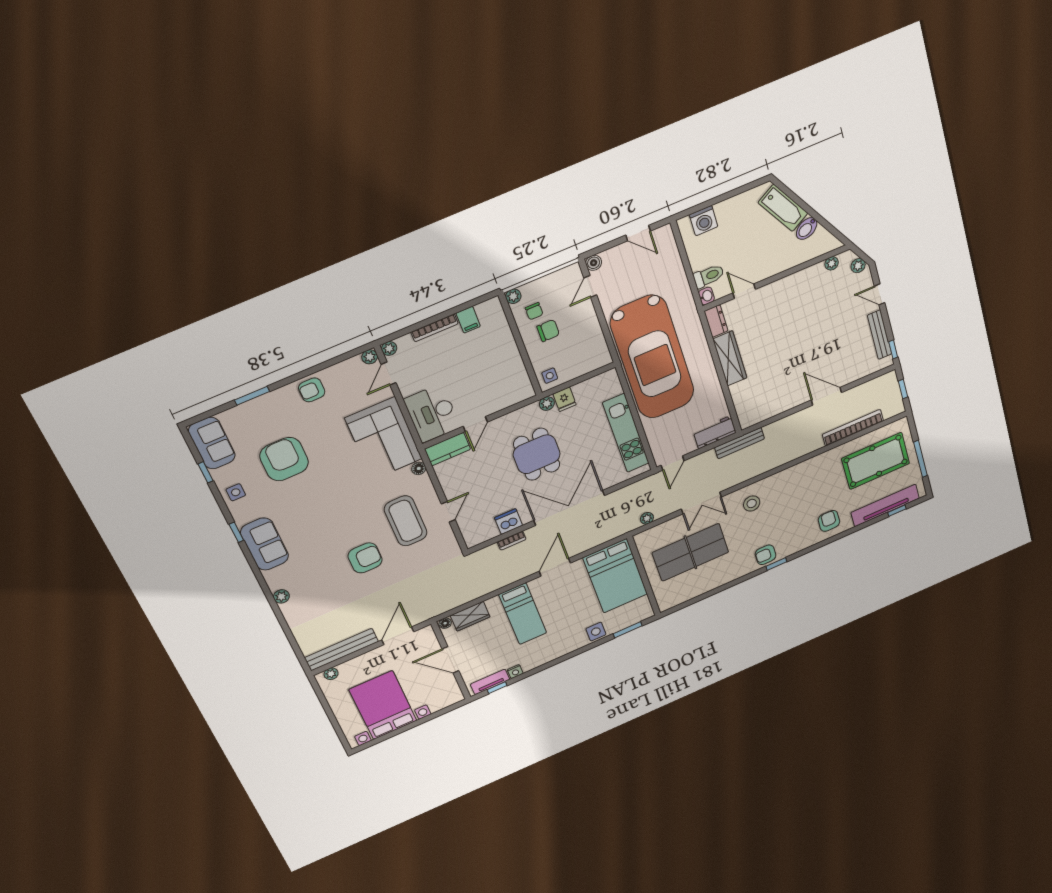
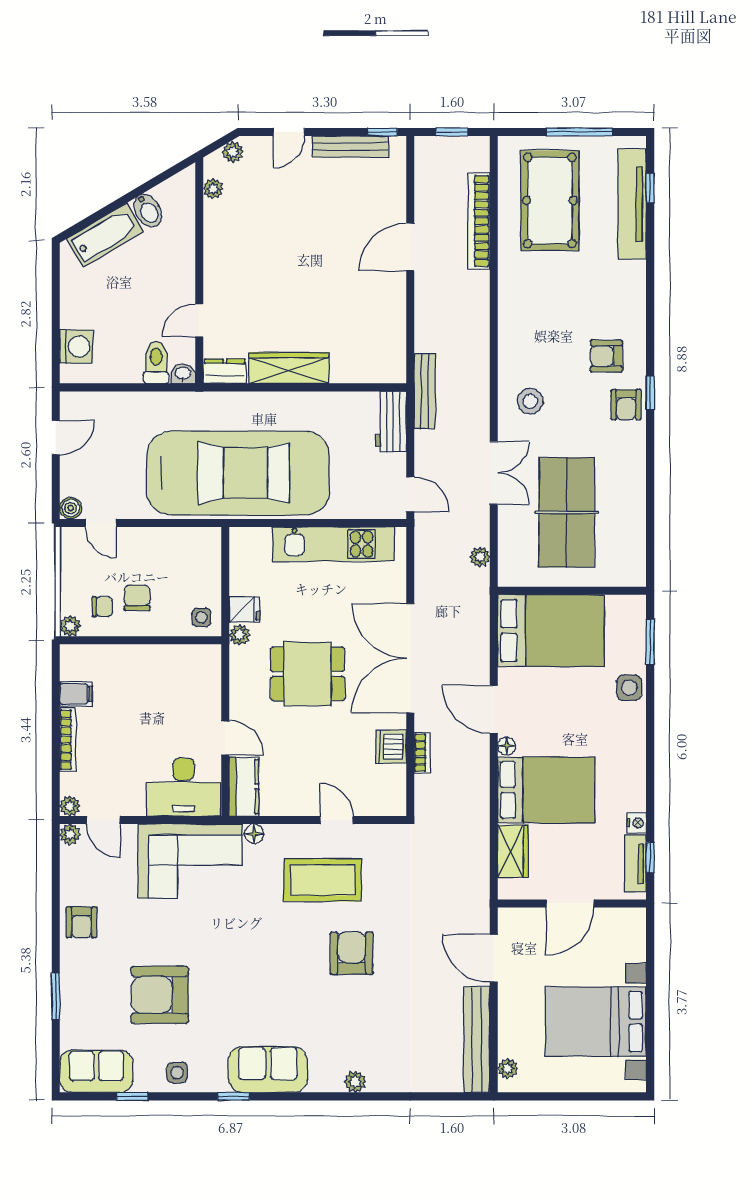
armchair: (829, 521) -> (606, 356), moved
bed: (523, 614) -> (546, 790), width x1.50
floor lamp: (445, 623) -> (507, 746), moved

